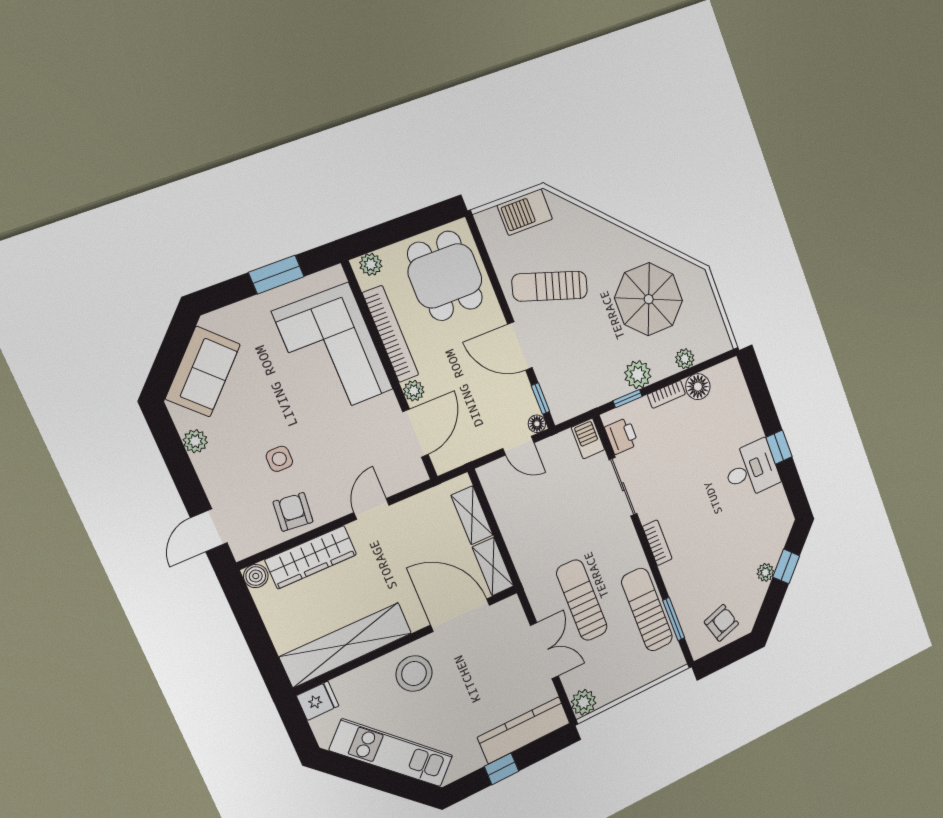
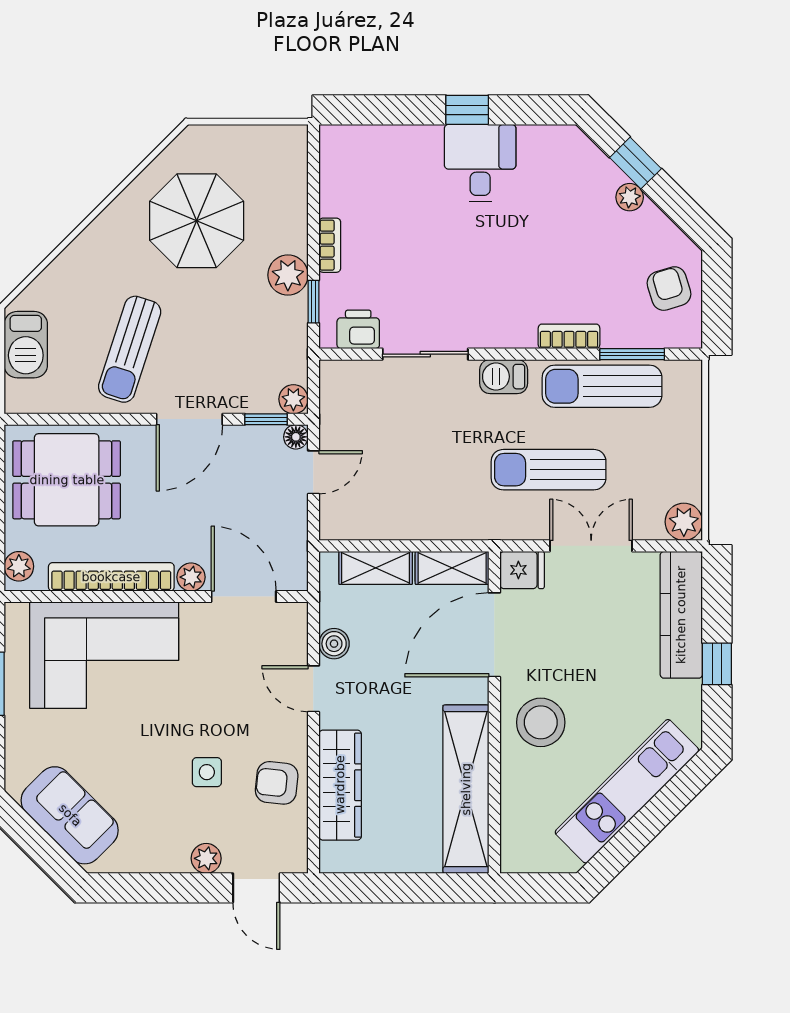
plant: (685, 359) -> (293, 399), moved
floor lamp: (698, 387) -> (337, 197), removed
barbecue: (588, 439) -> (504, 377), moved
plant: (195, 441) -> (206, 858), moved
bookcase: (657, 543) -> (569, 336), moved
boiler: (256, 576) -> (334, 644), moved
fridge: (318, 701) -> (522, 570), moved, turned 90

